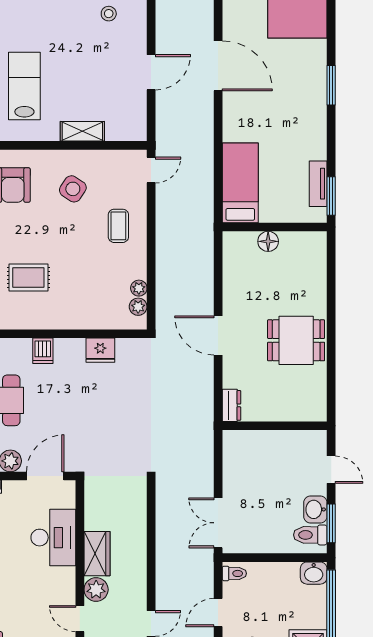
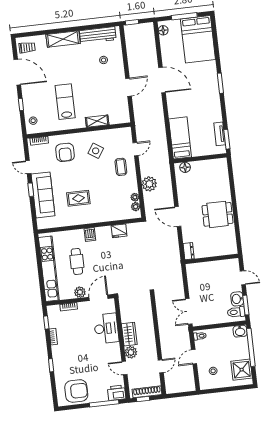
door: (151, 170) -> (136, 149), moved
floor lamp: (268, 241) -> (185, 167), moved
plant: (170, 265) -> (149, 184), added

